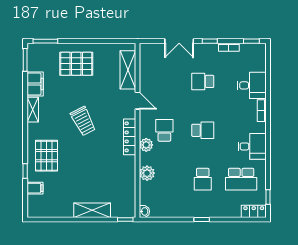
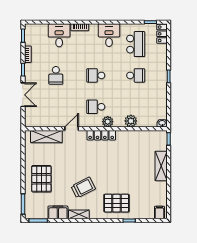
trolley: (83, 121) -> (83, 187), moved
school desk: (203, 130) -> (96, 75), turned -90
filing cabinet: (35, 188) -> (160, 213), moved

